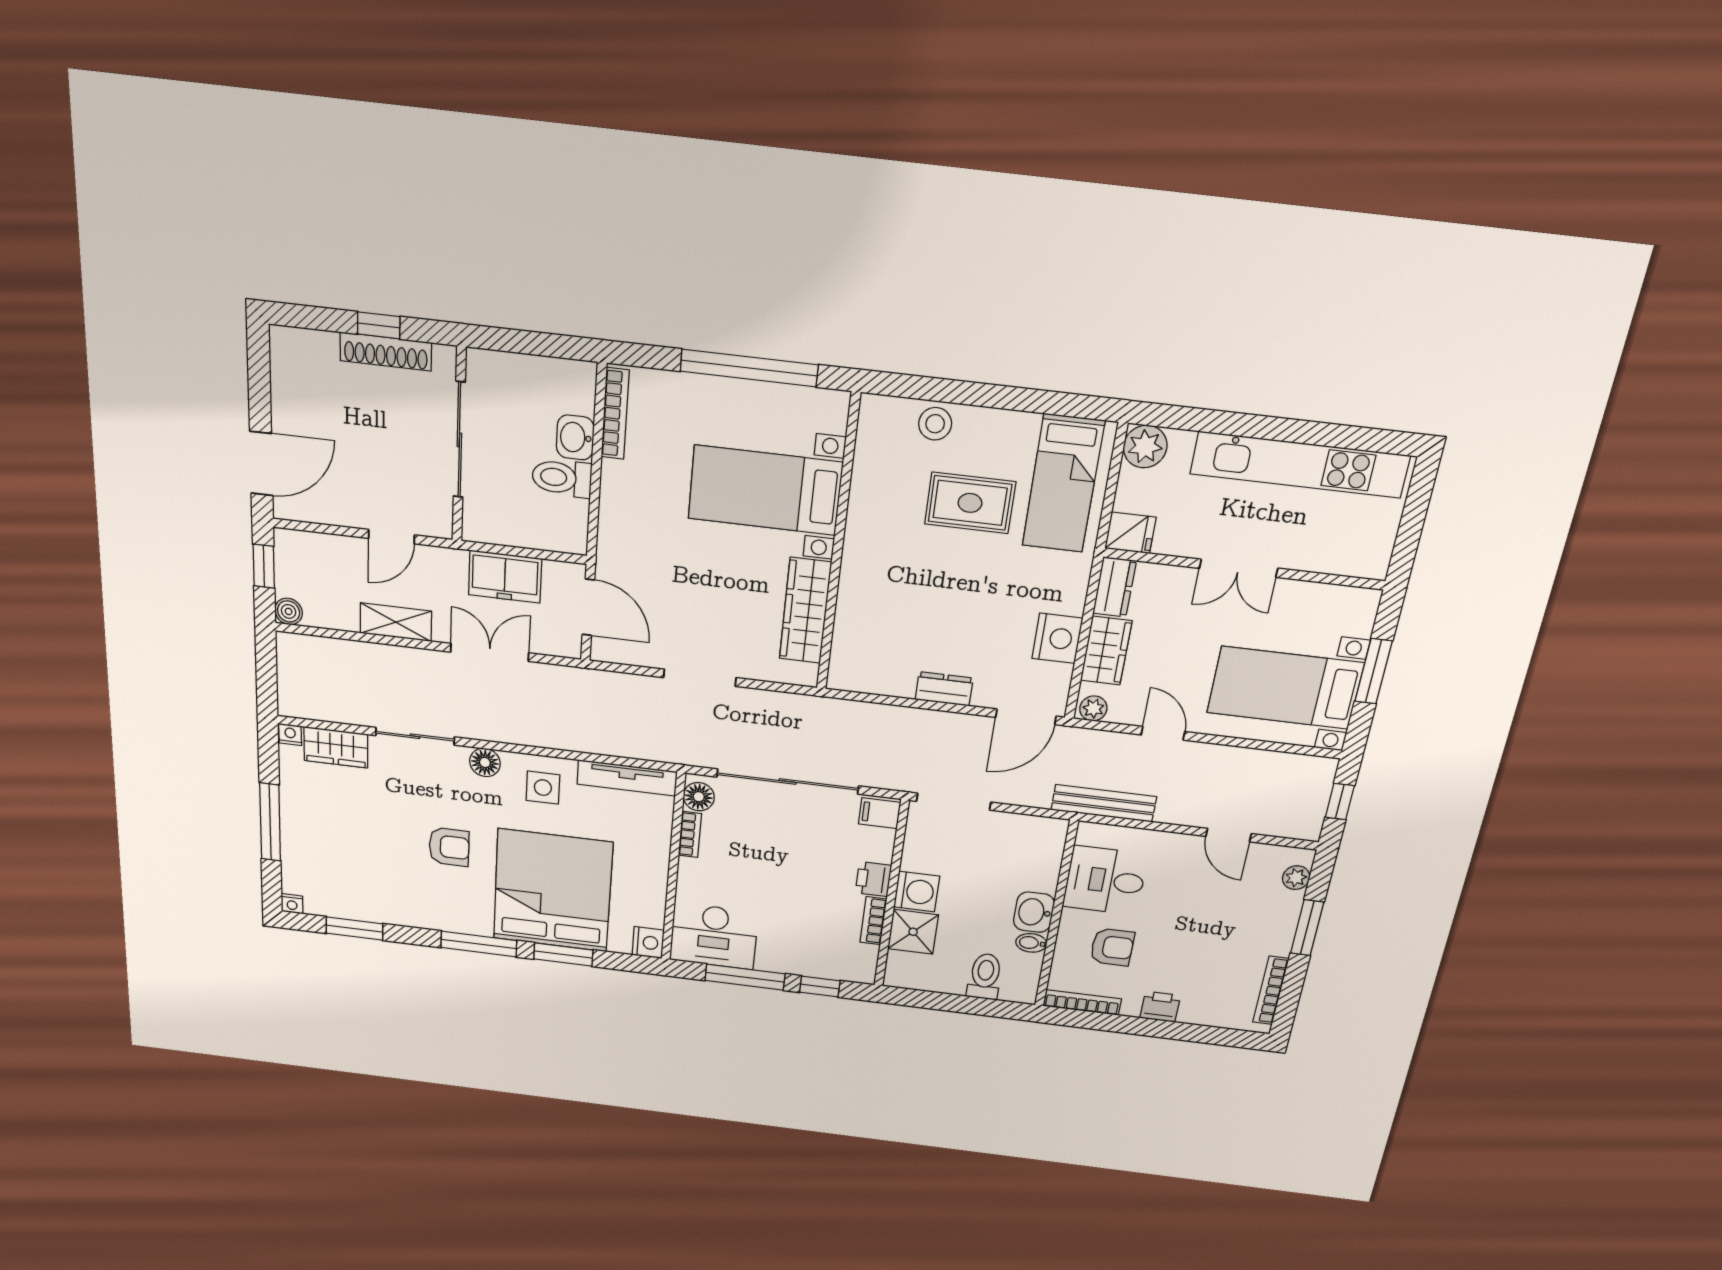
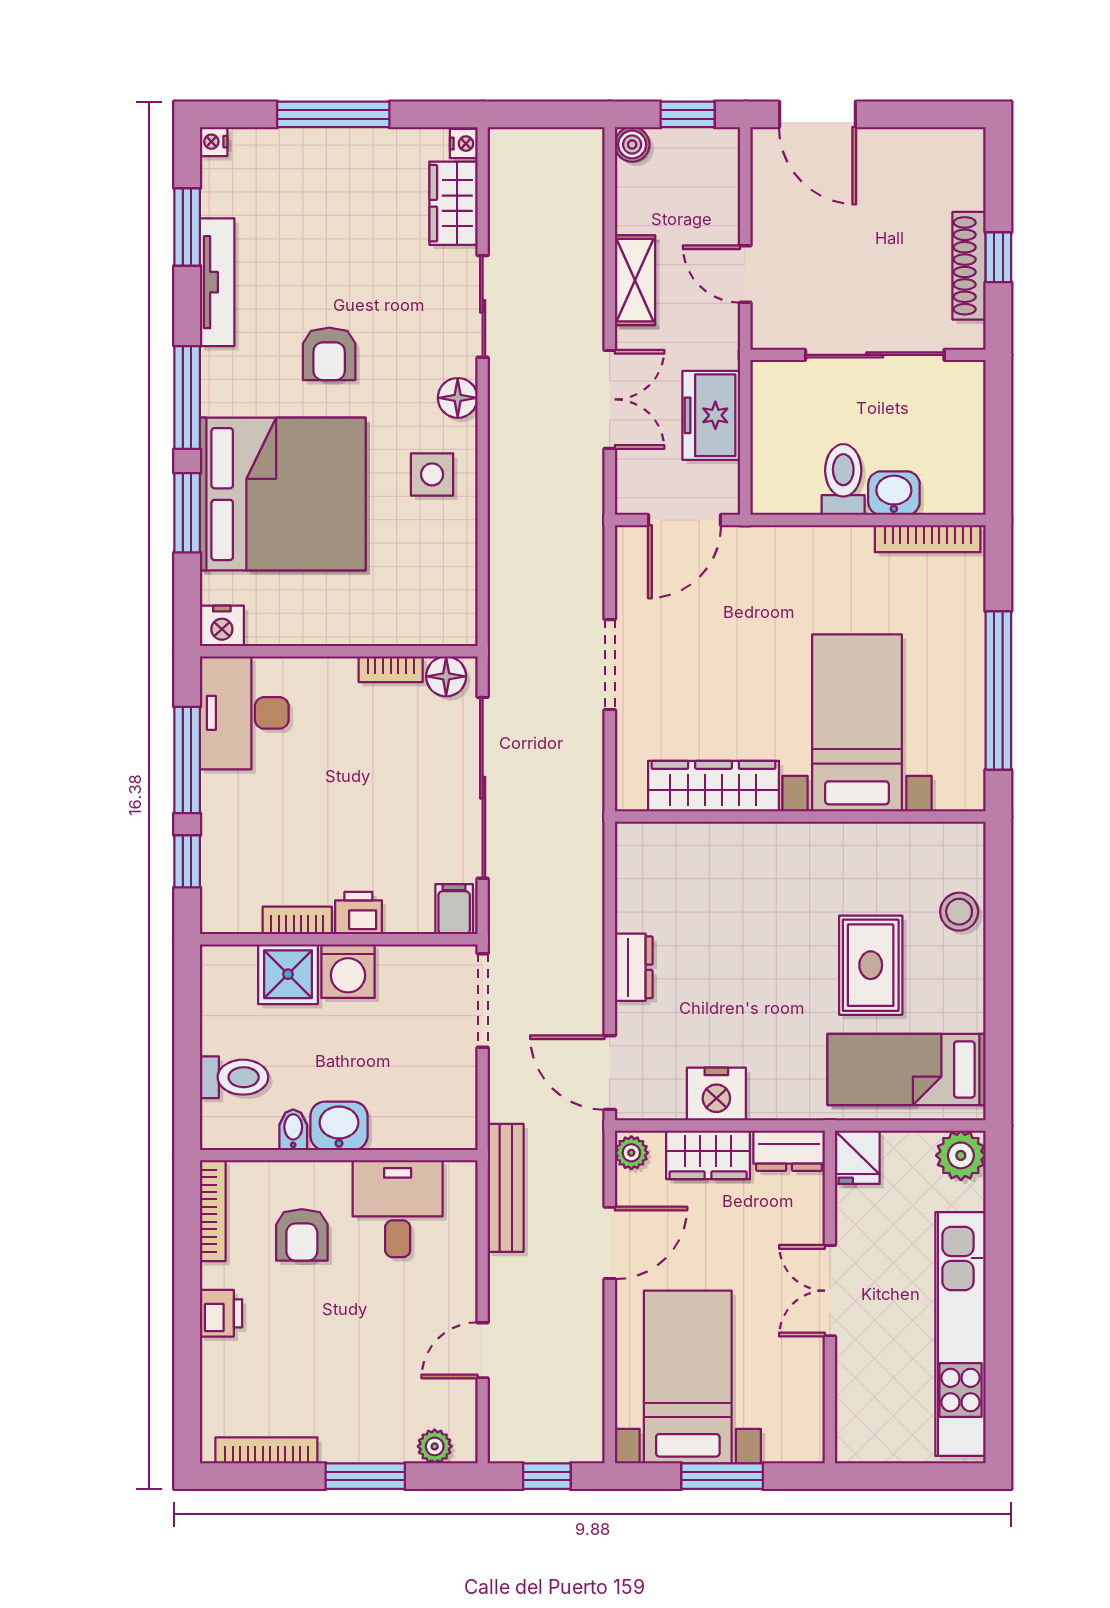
door: (1163, 733) -> (610, 1243), width x1.38
tv unit: (627, 778) -> (217, 282), moved, turned 180

